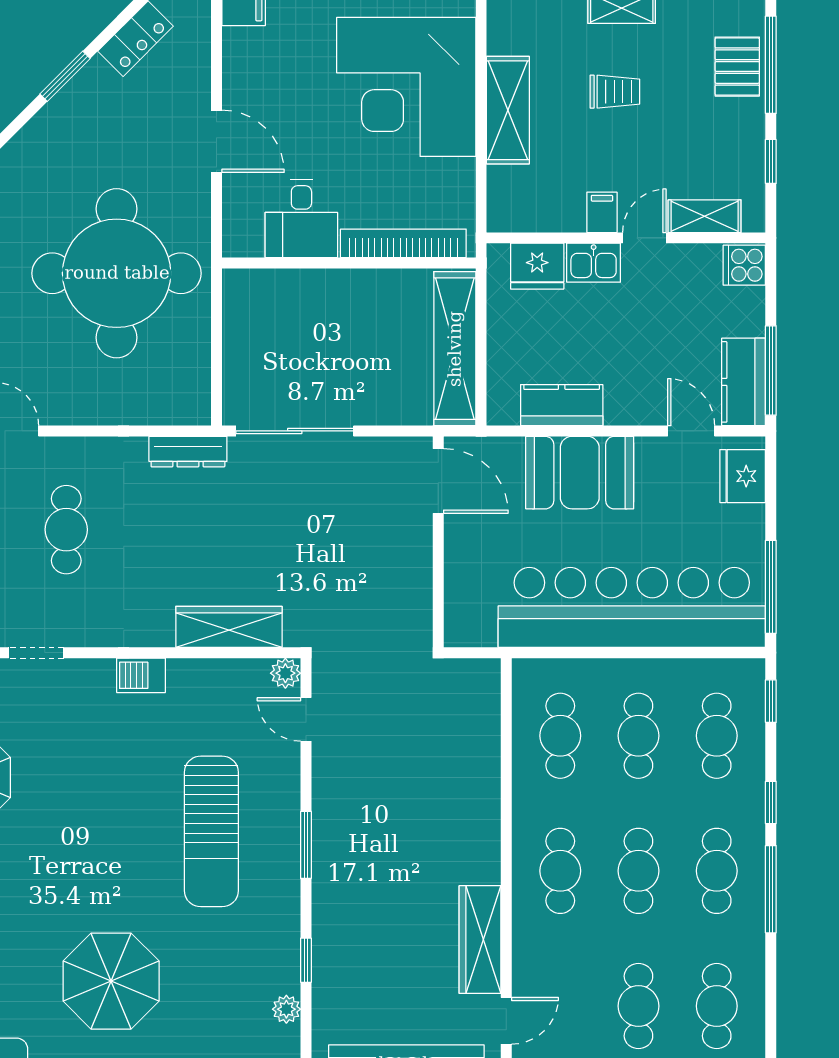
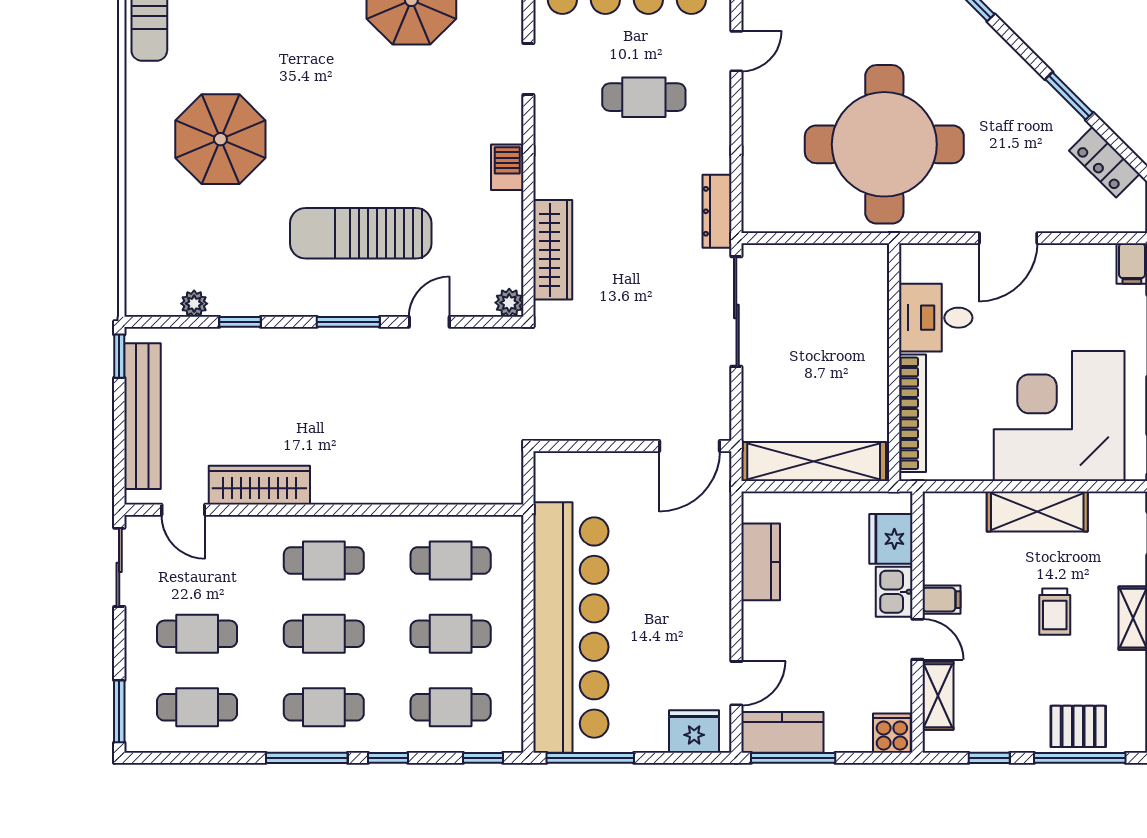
booth: (580, 473) -> (697, 579), removed
door: (306, 719) -> (429, 322), moved

